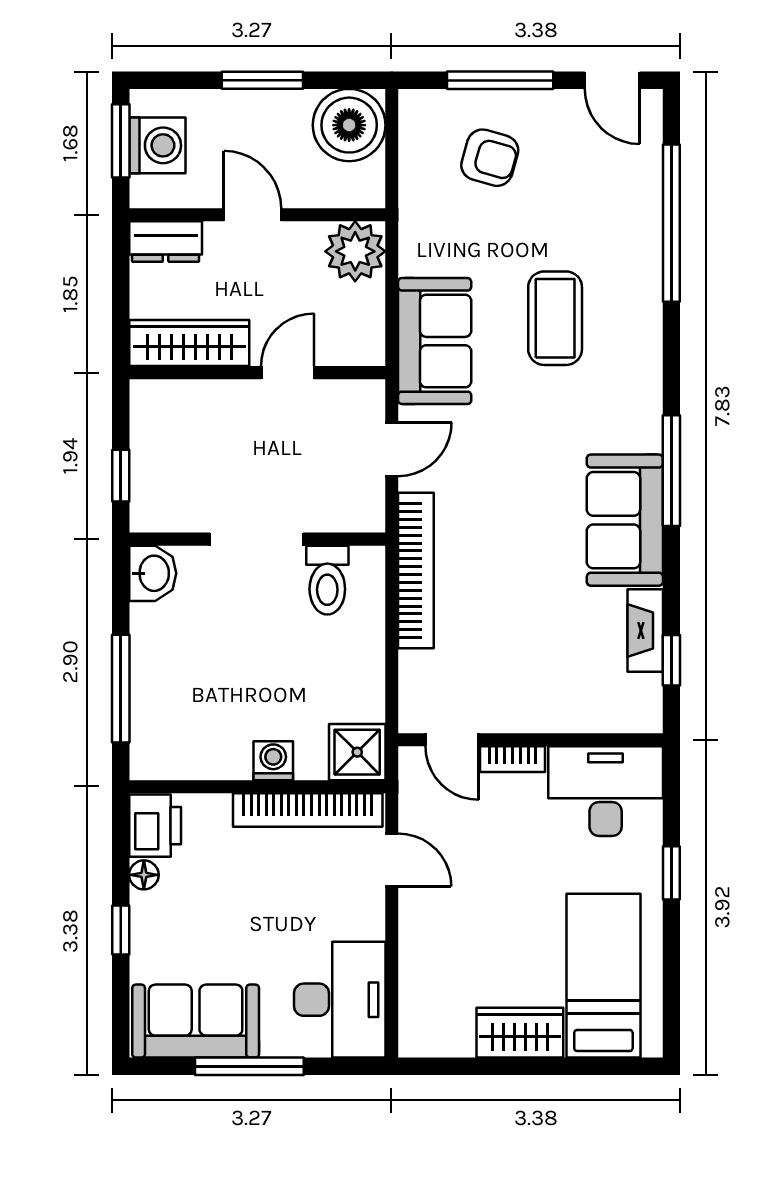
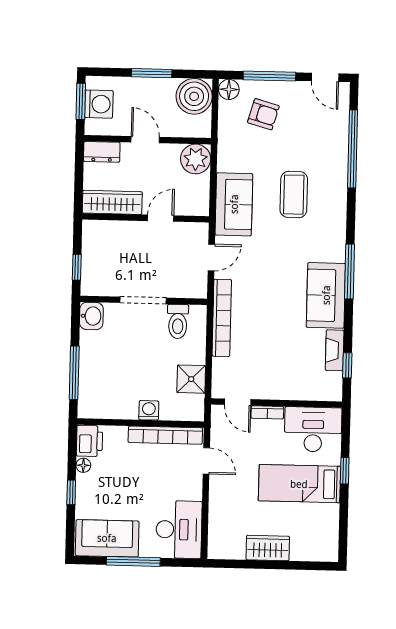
floor lamp: (419, 109) -> (229, 89), added
shower: (357, 752) -> (191, 379), moved
bed: (603, 976) -> (299, 484), moved, turned -90

